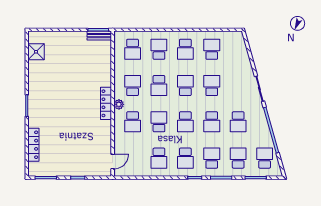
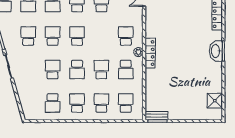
school desk: (159, 49) -> (101, 103), turned 180
school desk: (212, 86) -> (53, 70), turned 180
washbasin: (35, 106) -> (216, 51), added
school desk: (159, 122) -> (101, 36), removed

